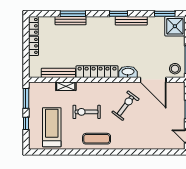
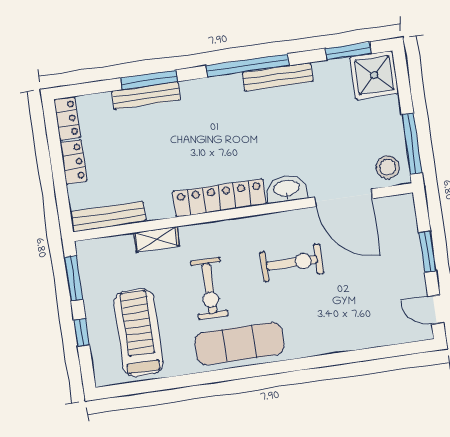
window: (118, 14) -> (248, 66), width x2.11
bench: (58, 73) -> (108, 217), moved
exercise bike: (125, 106) -> (292, 263), turned 53
exercise bike: (87, 112) -> (209, 288), turned -90
exercise mat: (97, 139) -> (239, 344), width x1.36, depth x1.45

